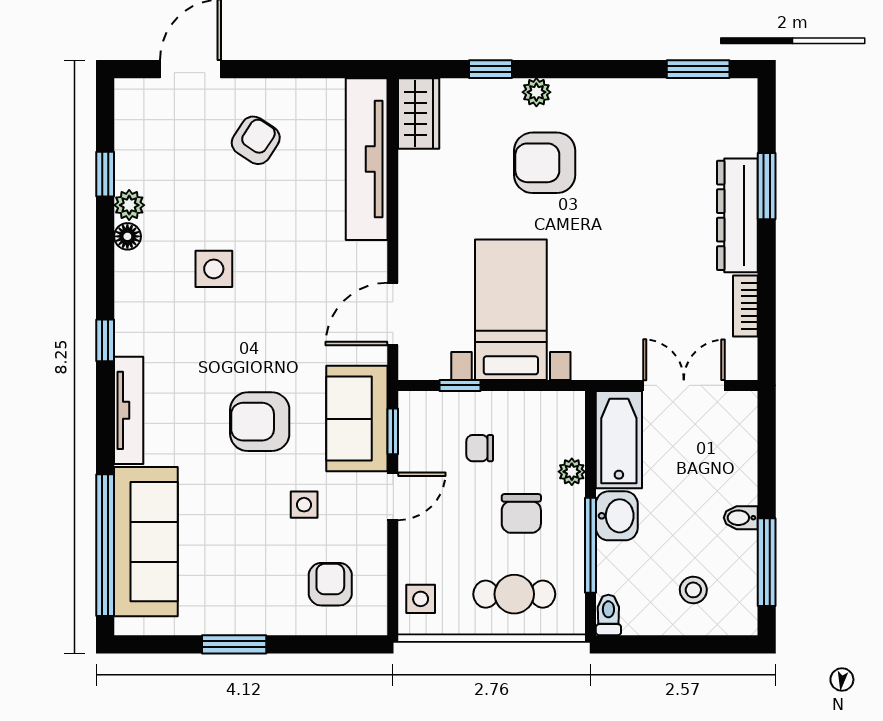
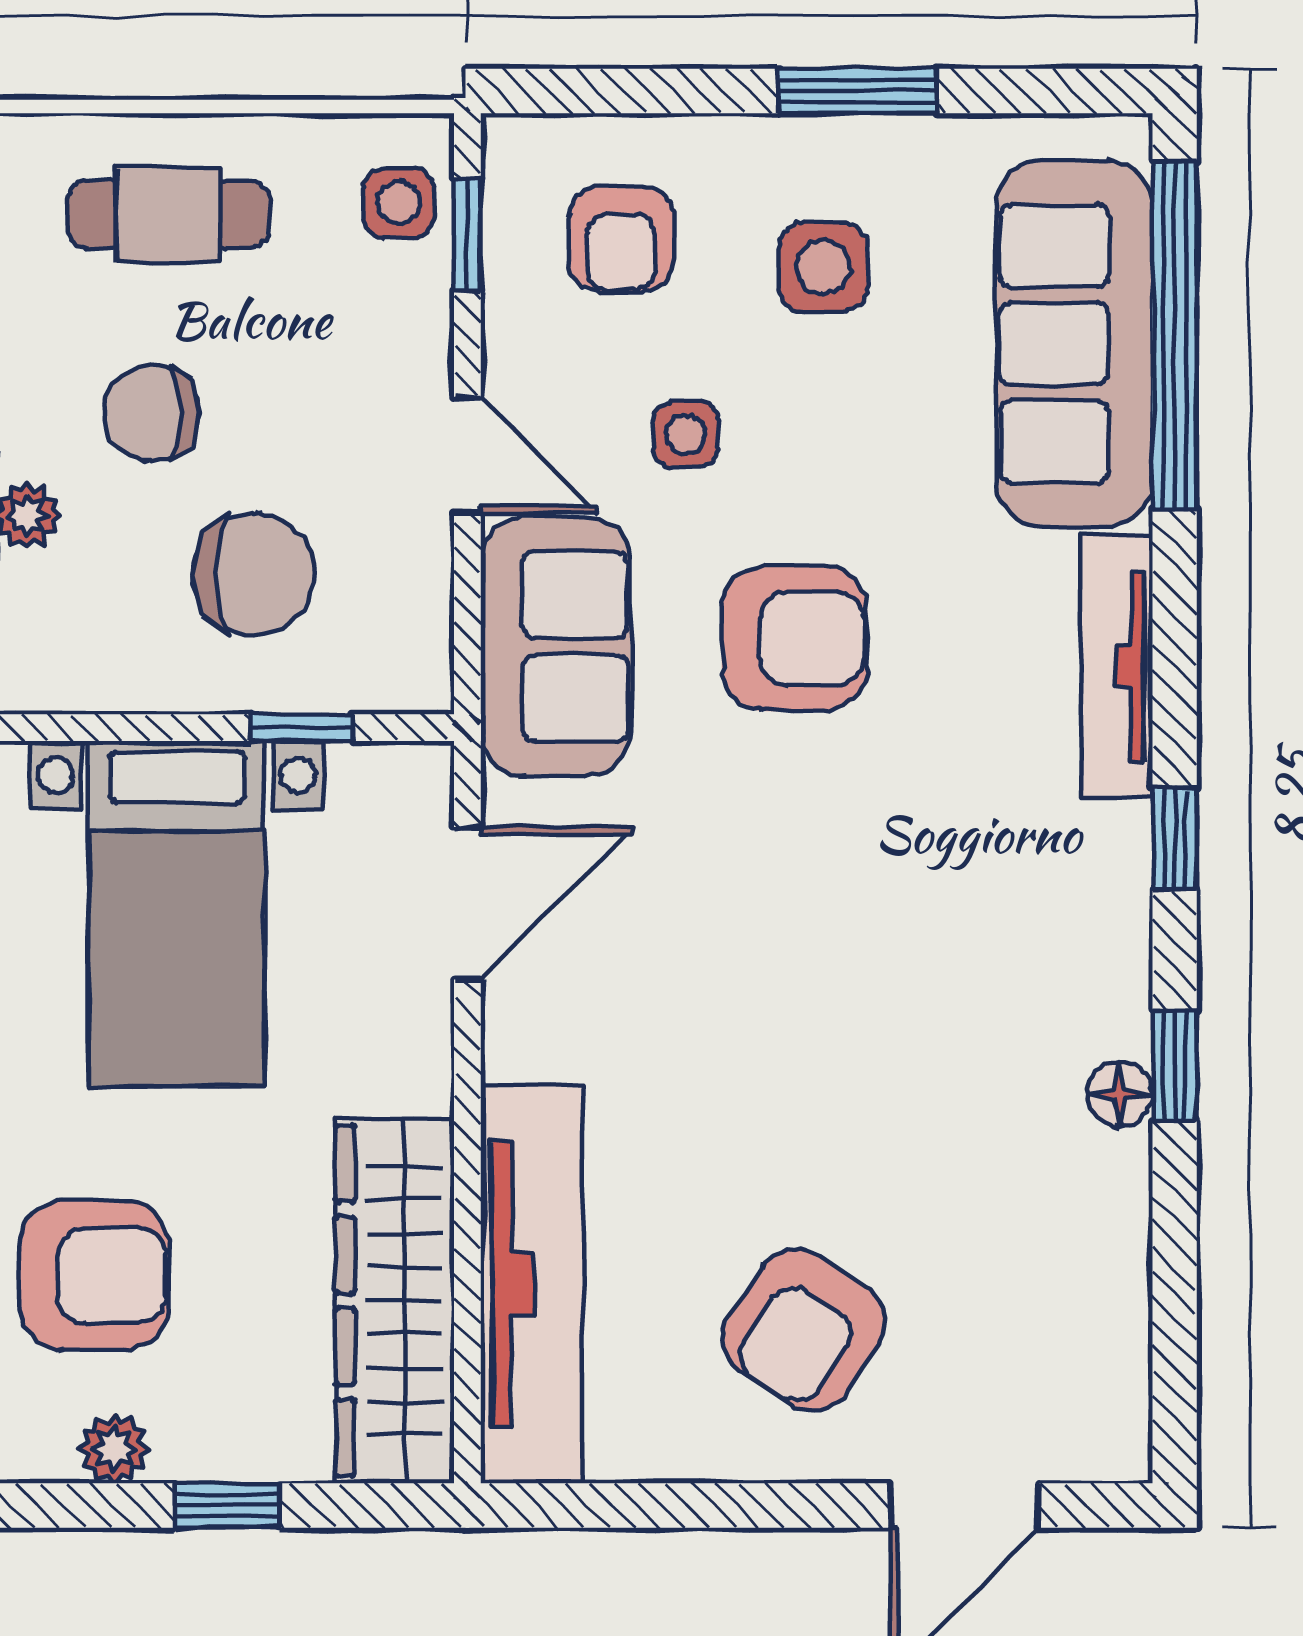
wardrobe: (419, 113) -> (395, 1301), width x2.10, depth x1.17
armchair: (256, 140) -> (804, 1330), width x1.38, depth x1.38
window: (105, 174) -> (1175, 1066), moved
plant: (129, 205) -> (1115, 1171), removed
side table: (214, 269) -> (823, 267), moved
window: (393, 431) -> (467, 235), moved
chair: (480, 448) -> (254, 574), width x1.87, depth x1.87
door: (393, 496) -> (467, 455), swing flipped
chair: (521, 513) -> (151, 413), turned -90

